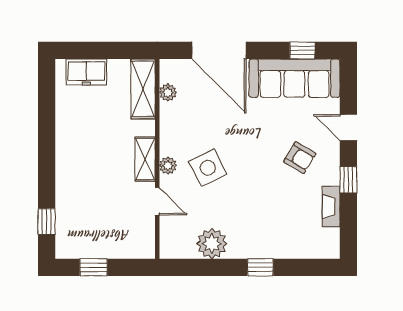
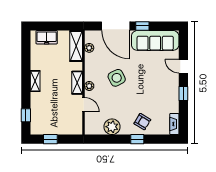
window: (302, 50) -> (142, 26), moved
shelving: (64, 156) -> (35, 81), added
armchair: (300, 158) -> (142, 122), moved
side table: (208, 168) -> (117, 78), moved
fireplace: (331, 206) -> (174, 124), moved

